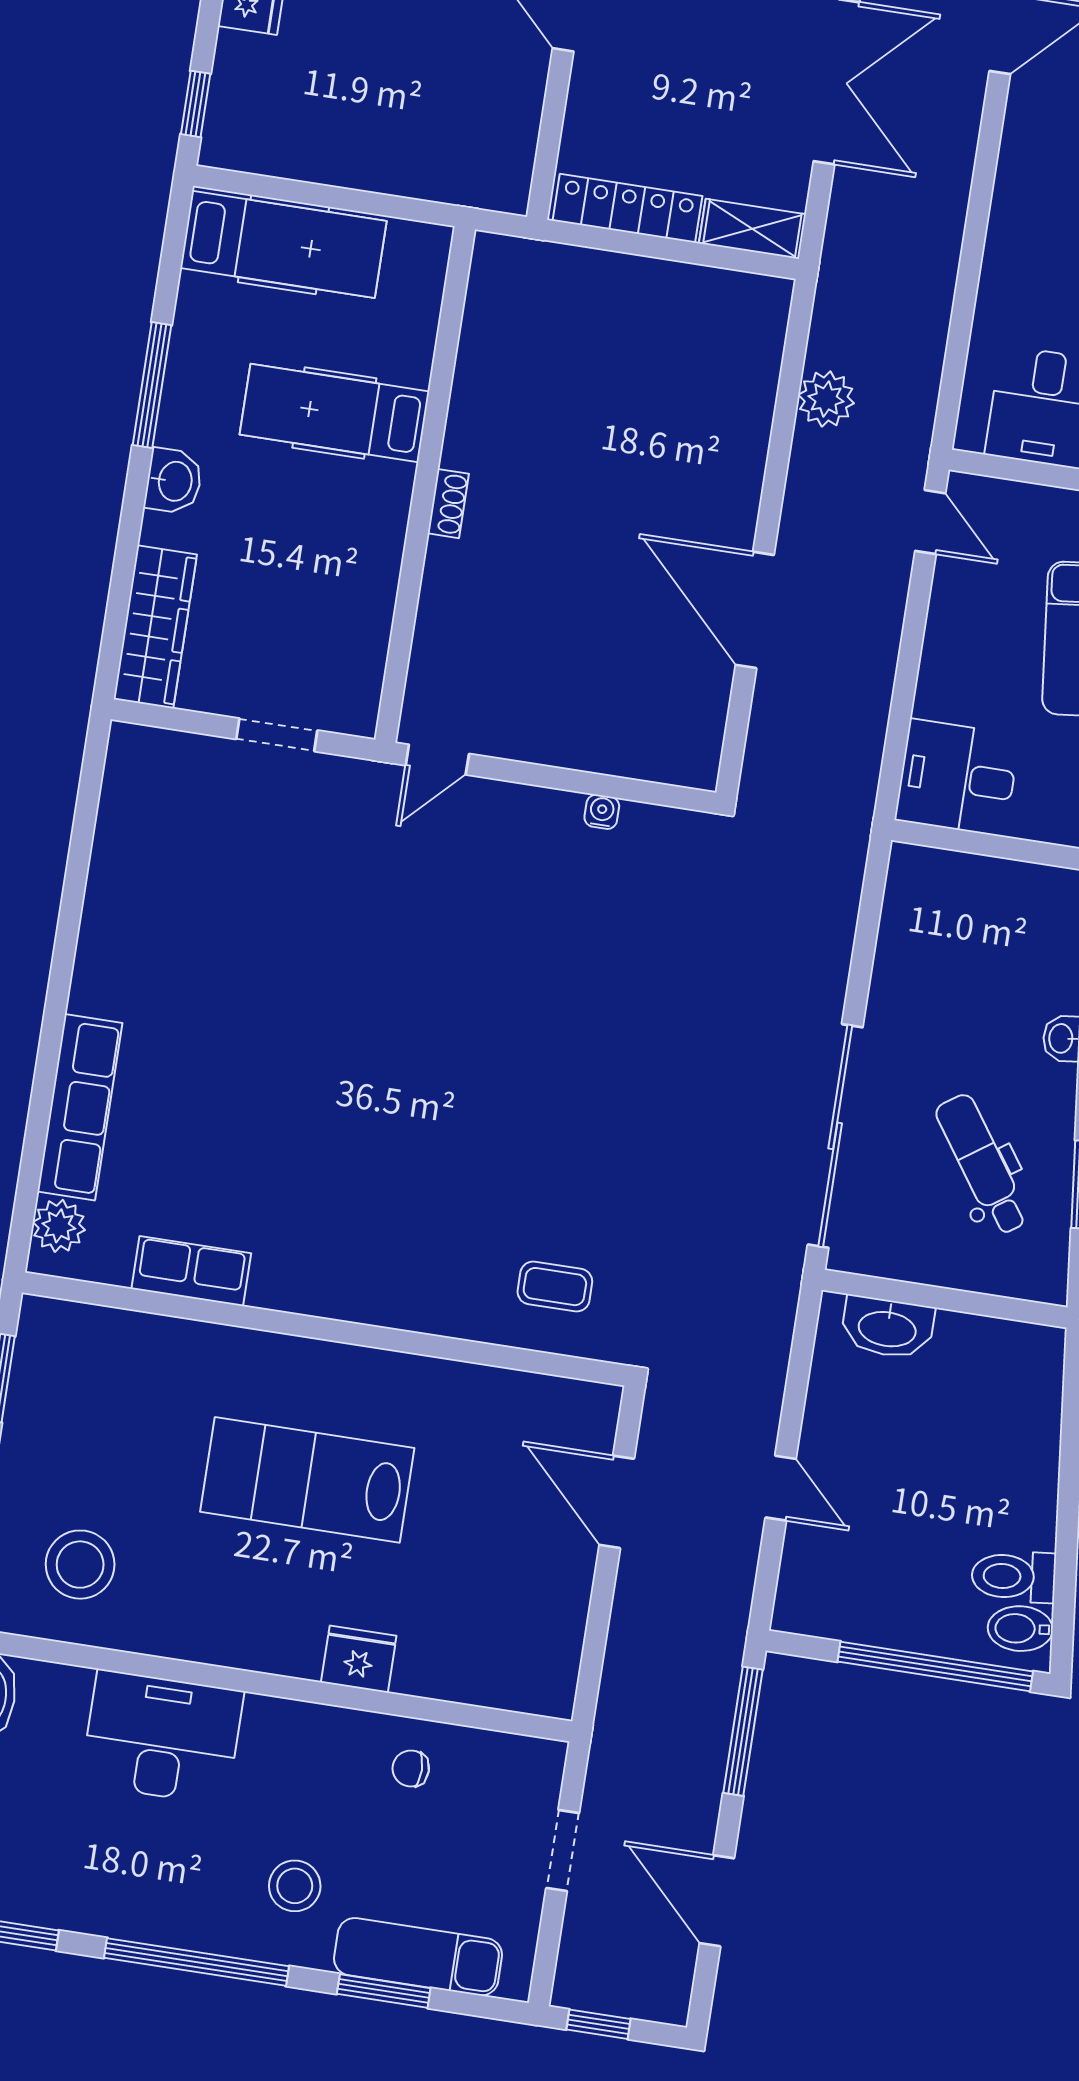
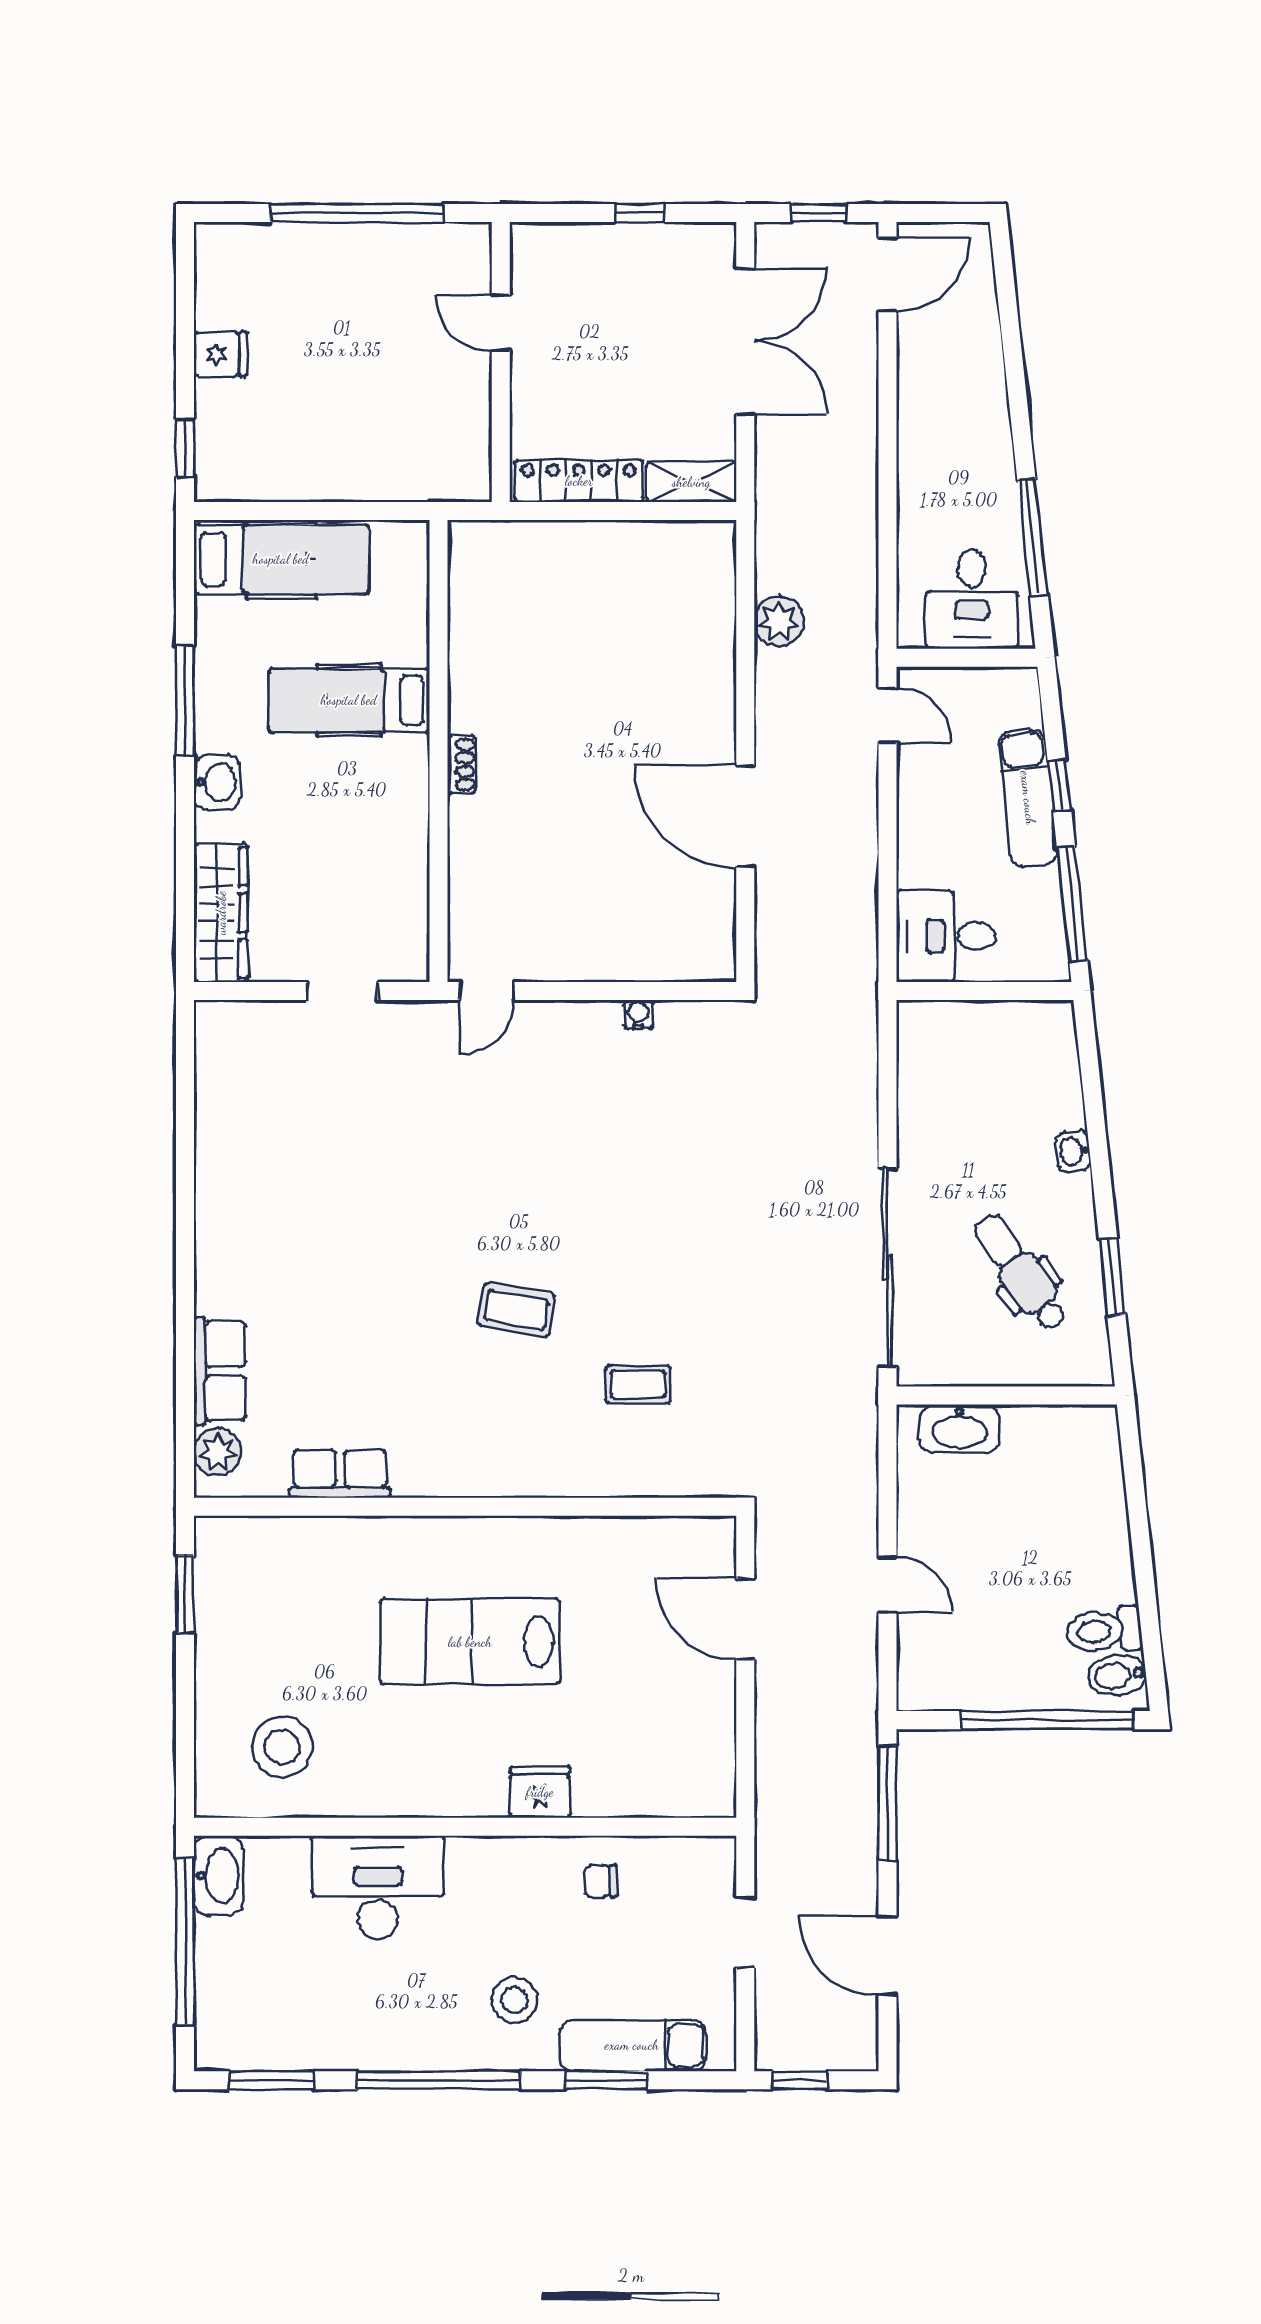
row of seats: (80, 1107) -> (220, 1371), width x0.68
coffee table: (415, 1119) -> (516, 1310), added
coffee table: (555, 1287) -> (638, 1384), moved

